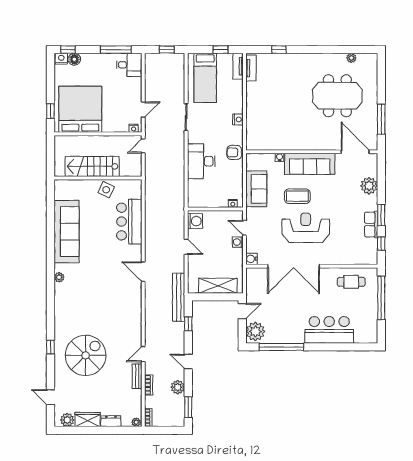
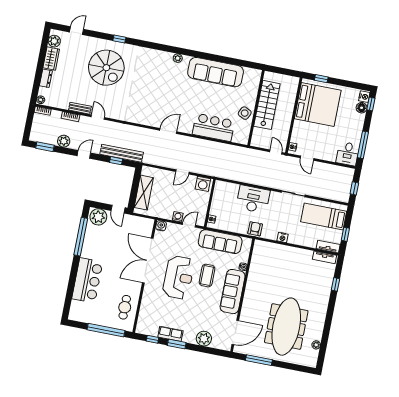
meeting table: (337, 96) -> (286, 327), width x1.36
sofa: (256, 189) -> (220, 242), width x1.36
bench: (179, 297) -> (122, 153), moved

